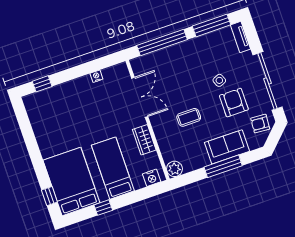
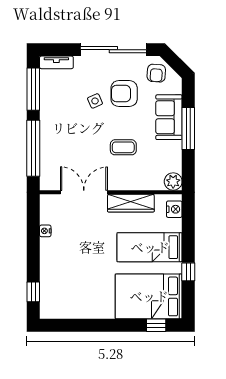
coffee table: (189, 117) -> (123, 147), turned 90
wardrobe: (144, 140) -> (131, 203), width x1.50

